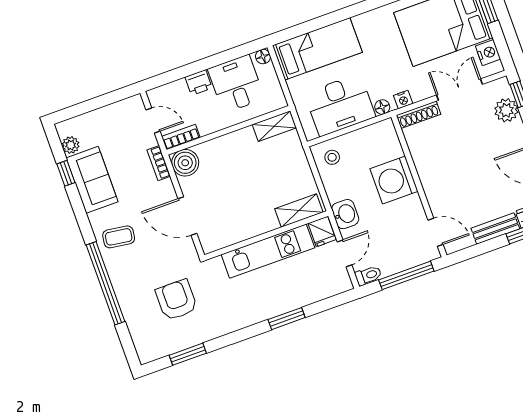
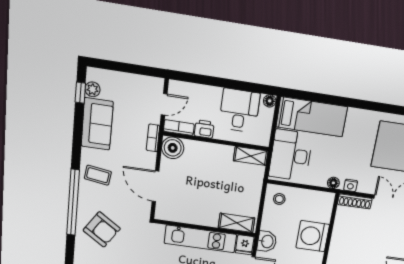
printer: (199, 83) -> (204, 129), moved, turned 180
desk: (340, 105) -> (291, 155), moved, turned 90
door: (153, 121) -> (164, 104), hinge flipped
window: (66, 173) -> (80, 93), moved
armchair: (176, 300) -> (102, 229), moved, turned 124

